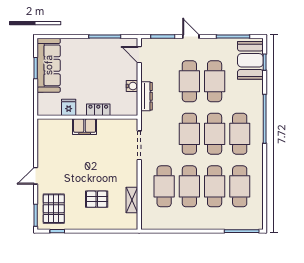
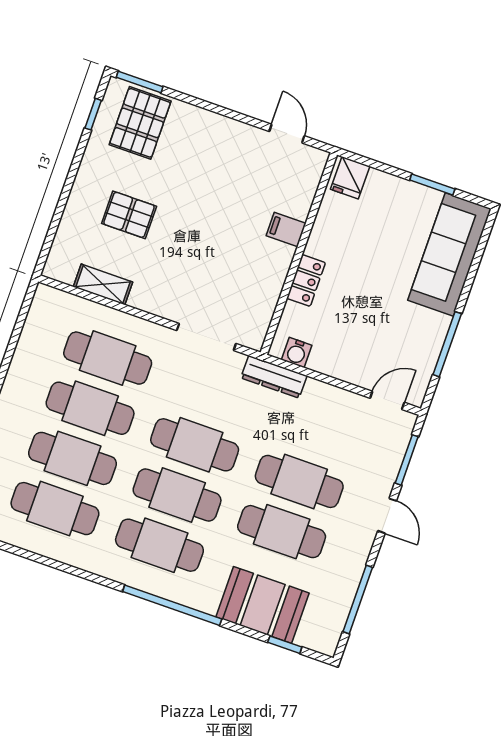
door: (191, 37) -> (387, 516), hinge flipped
booth: (250, 60) -> (263, 605), moved
sofa: (49, 65) -> (449, 254), moved, turned 90
water cooler: (132, 86) -> (297, 352), moved
dresser: (146, 96) -> (274, 377), moved
fridge: (69, 107) -> (350, 178), moved, turned 90
filing cabinet: (85, 127) -> (286, 229), width x0.50
door: (36, 176) -> (287, 134), moved
pallet: (97, 199) -> (129, 215), turned 90
pallet: (54, 209) -> (140, 123), turned 90

